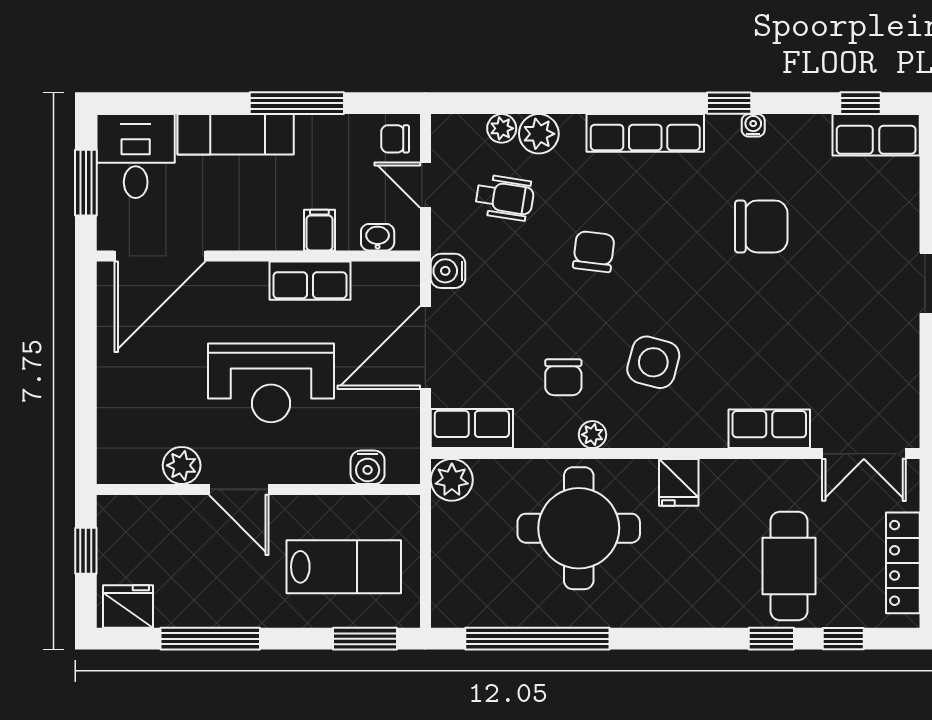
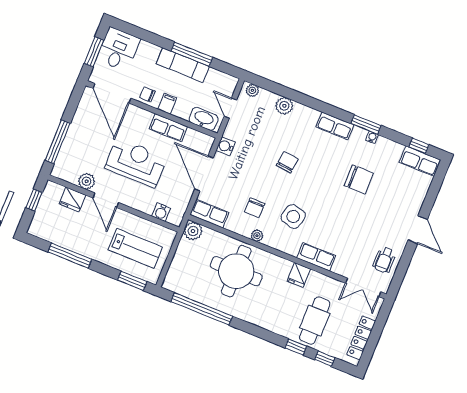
window: (729, 103) -> (366, 124), width x1.50
plant: (502, 128) -> (252, 90), moved
row of seats: (645, 133) -> (335, 126), width x0.68
exam couch: (236, 134) -> (183, 65), moved
chair: (395, 139) -> (147, 94), moved
wheelchair: (505, 198) -> (384, 260), moved, turned 81
filing cabinet: (319, 230) -> (167, 104), moved
washbasin: (378, 237) -> (204, 119), width x1.91, depth x1.45
door: (160, 256) -> (112, 93), hinge flipped
door: (425, 348) -> (204, 173), hinge flipped
reception desk: (271, 383) -> (136, 163), turned 180
window: (86, 406) -> (58, 142), added
row of seats: (769, 429) -> (316, 257), moved
fridge: (679, 482) -> (299, 275), moved
fridge: (128, 607) -> (72, 199), moved, turned 180

